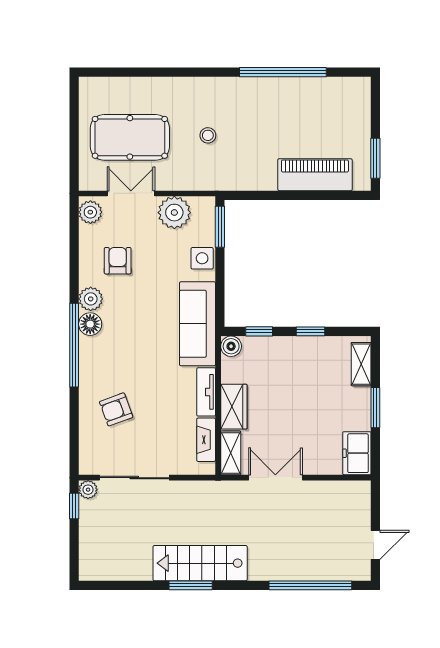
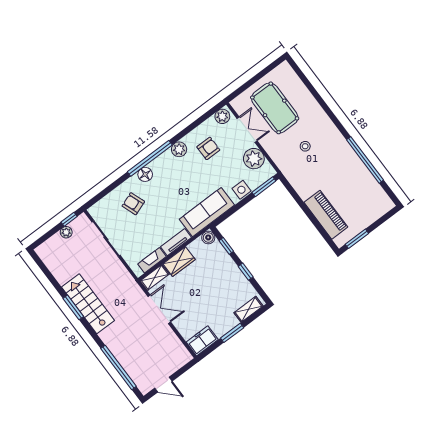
floor lamp: (90, 324) -> (145, 174), moved
plant: (88, 490) -> (66, 232), moved

